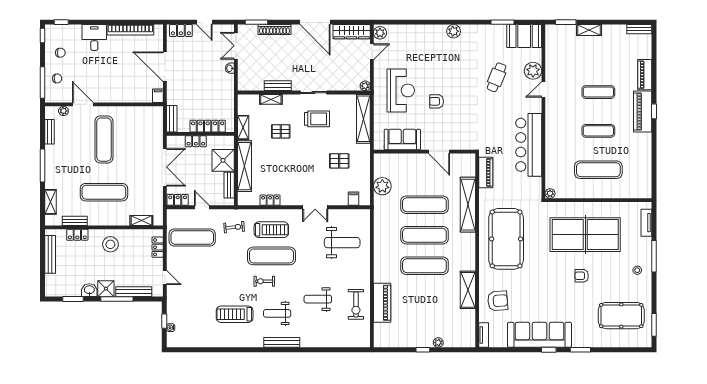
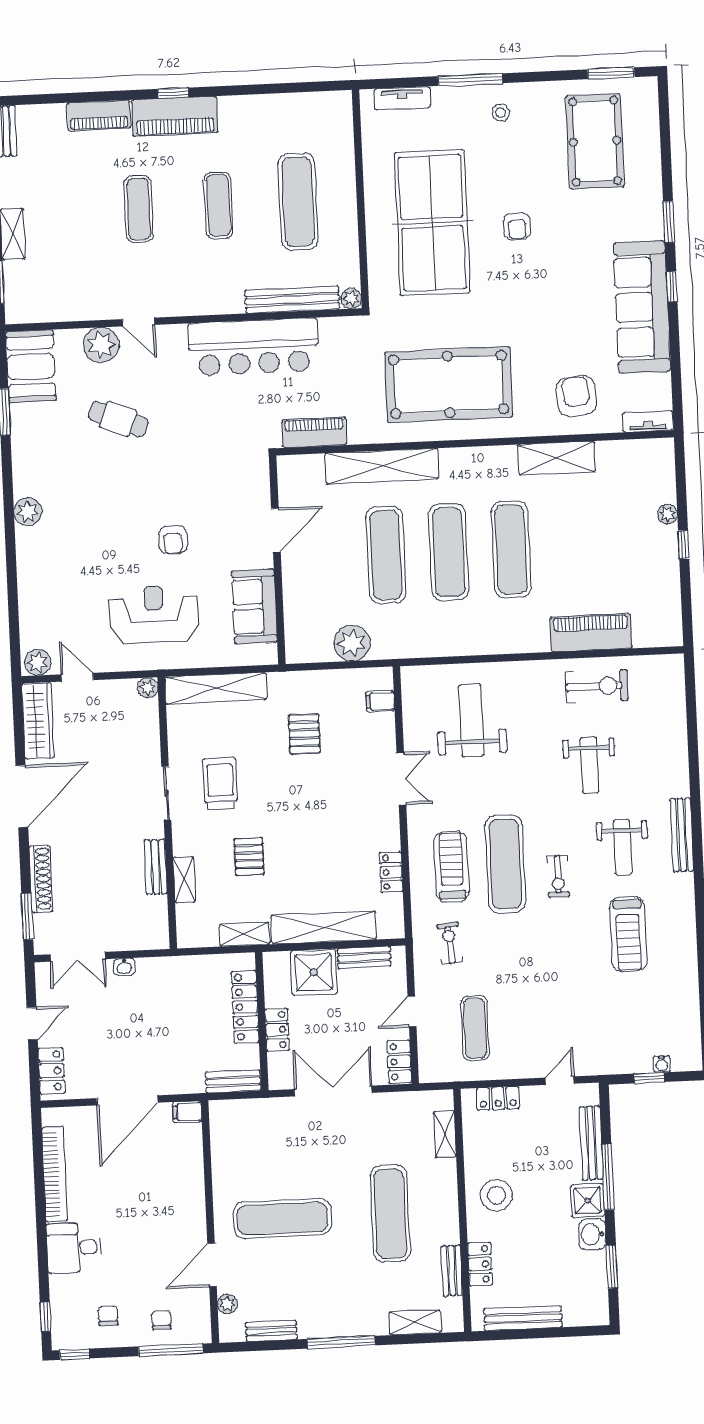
bench: (551, 165) -> (292, 300), added
exercise mat: (192, 238) -> (475, 1028), width x0.73, depth x0.69

